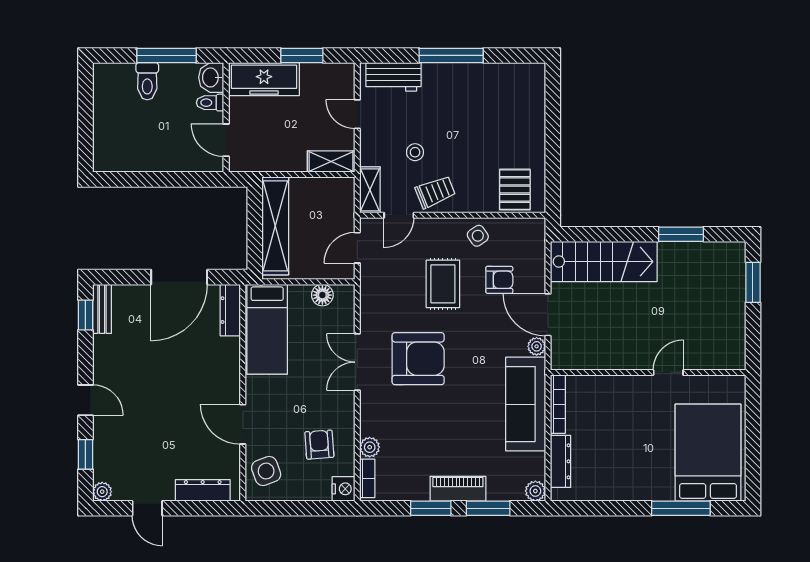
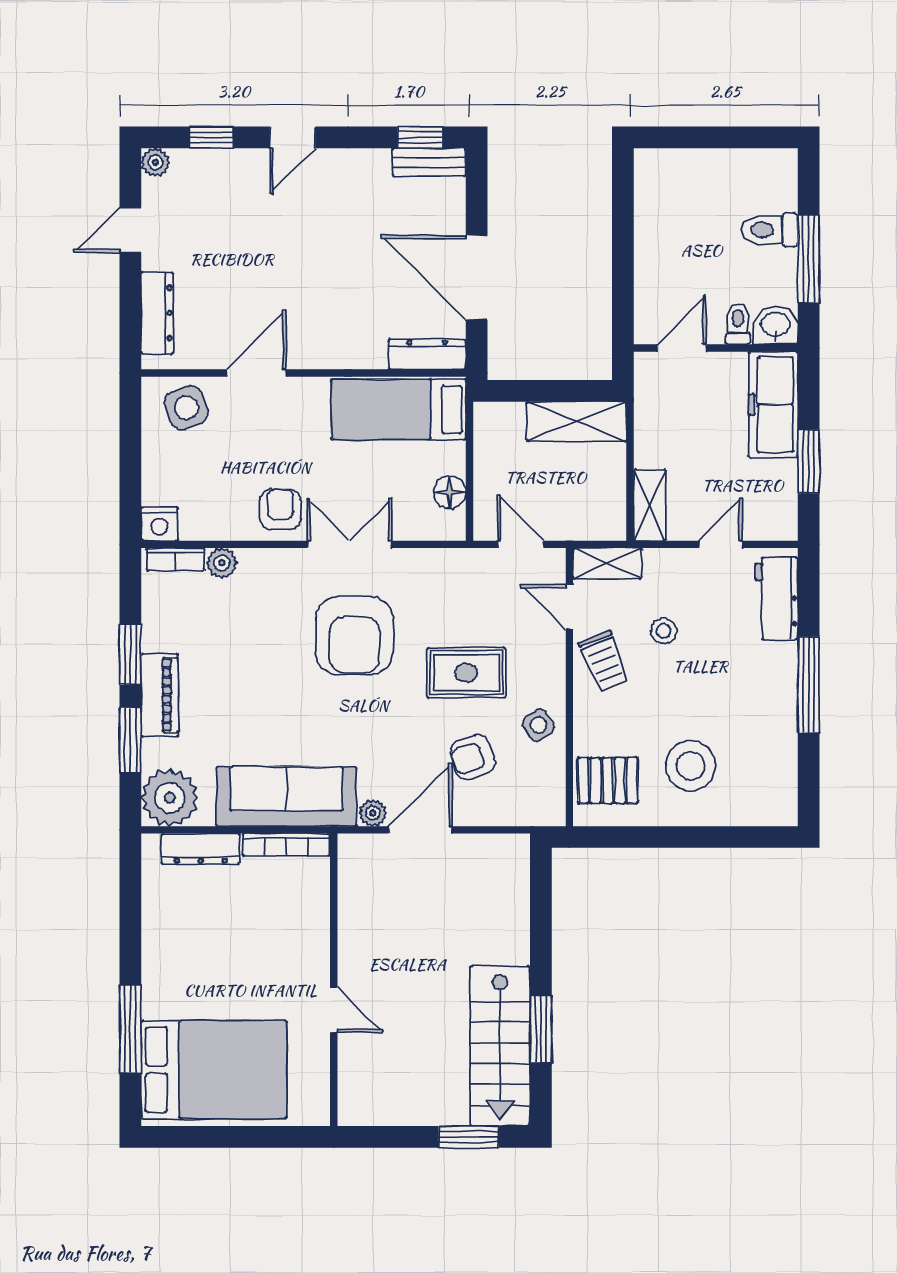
stool: (505, 134) -> (691, 766), added
shelving: (275, 226) -> (577, 422), width x0.68
stairs: (604, 262) -> (500, 1046), moved
armchair: (499, 280) -> (473, 757), turned 70
armchair: (319, 445) -> (280, 509), moved, turned -86
plant: (535, 491) -> (170, 798), width x1.88, depth x1.88

